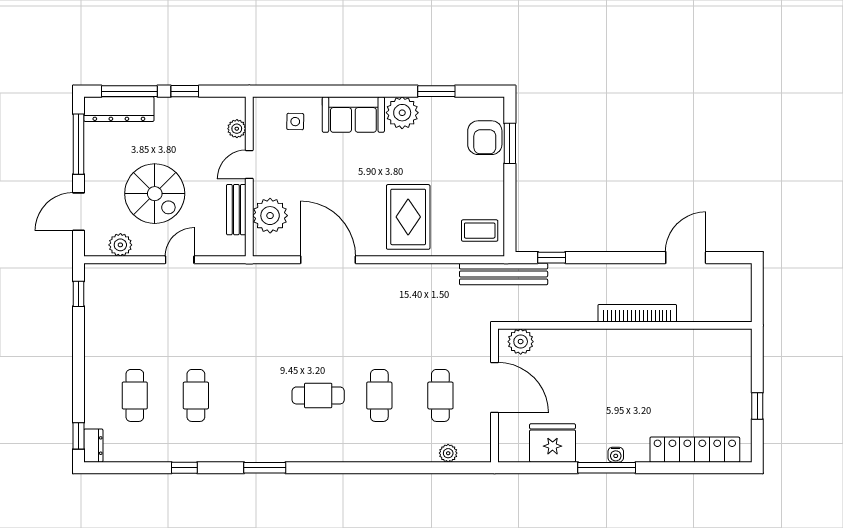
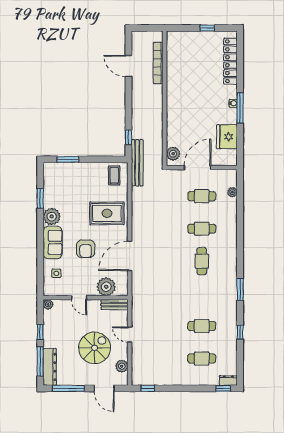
plant: (237, 129) -> (48, 304), moved
armchair: (485, 138) -> (86, 249), moved, turned 90
bench: (236, 210) -> (114, 305), moved
bookcase: (637, 313) -> (158, 63), moved

